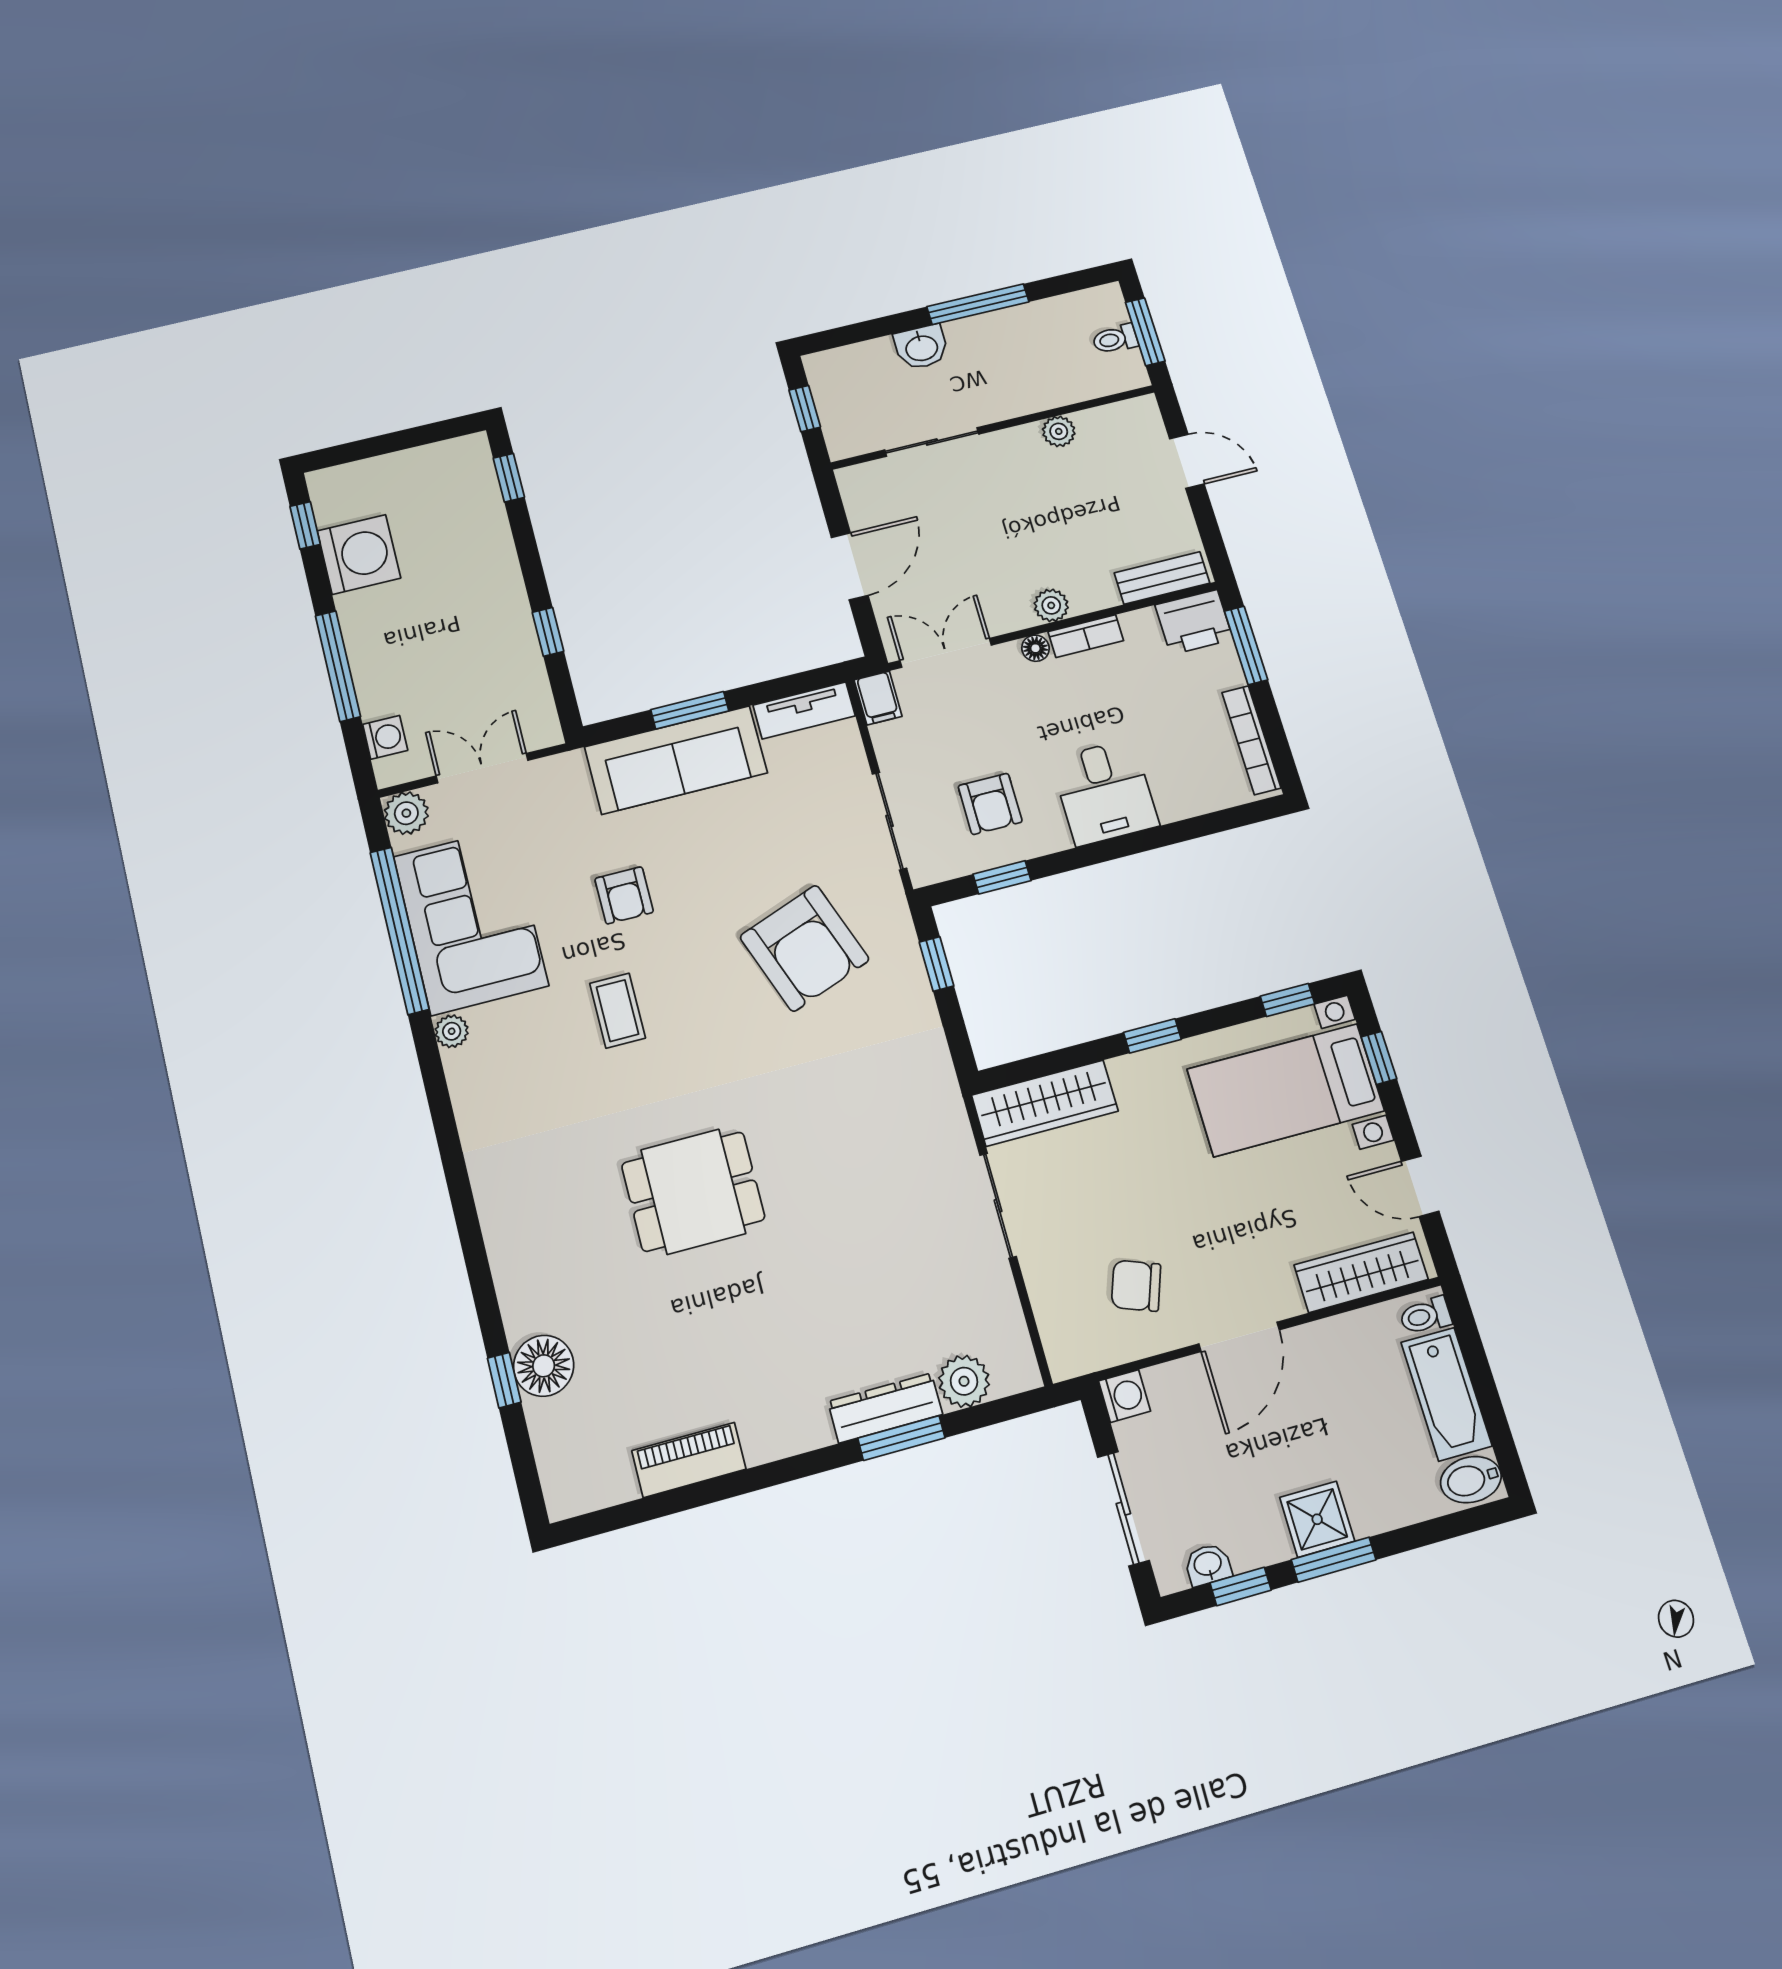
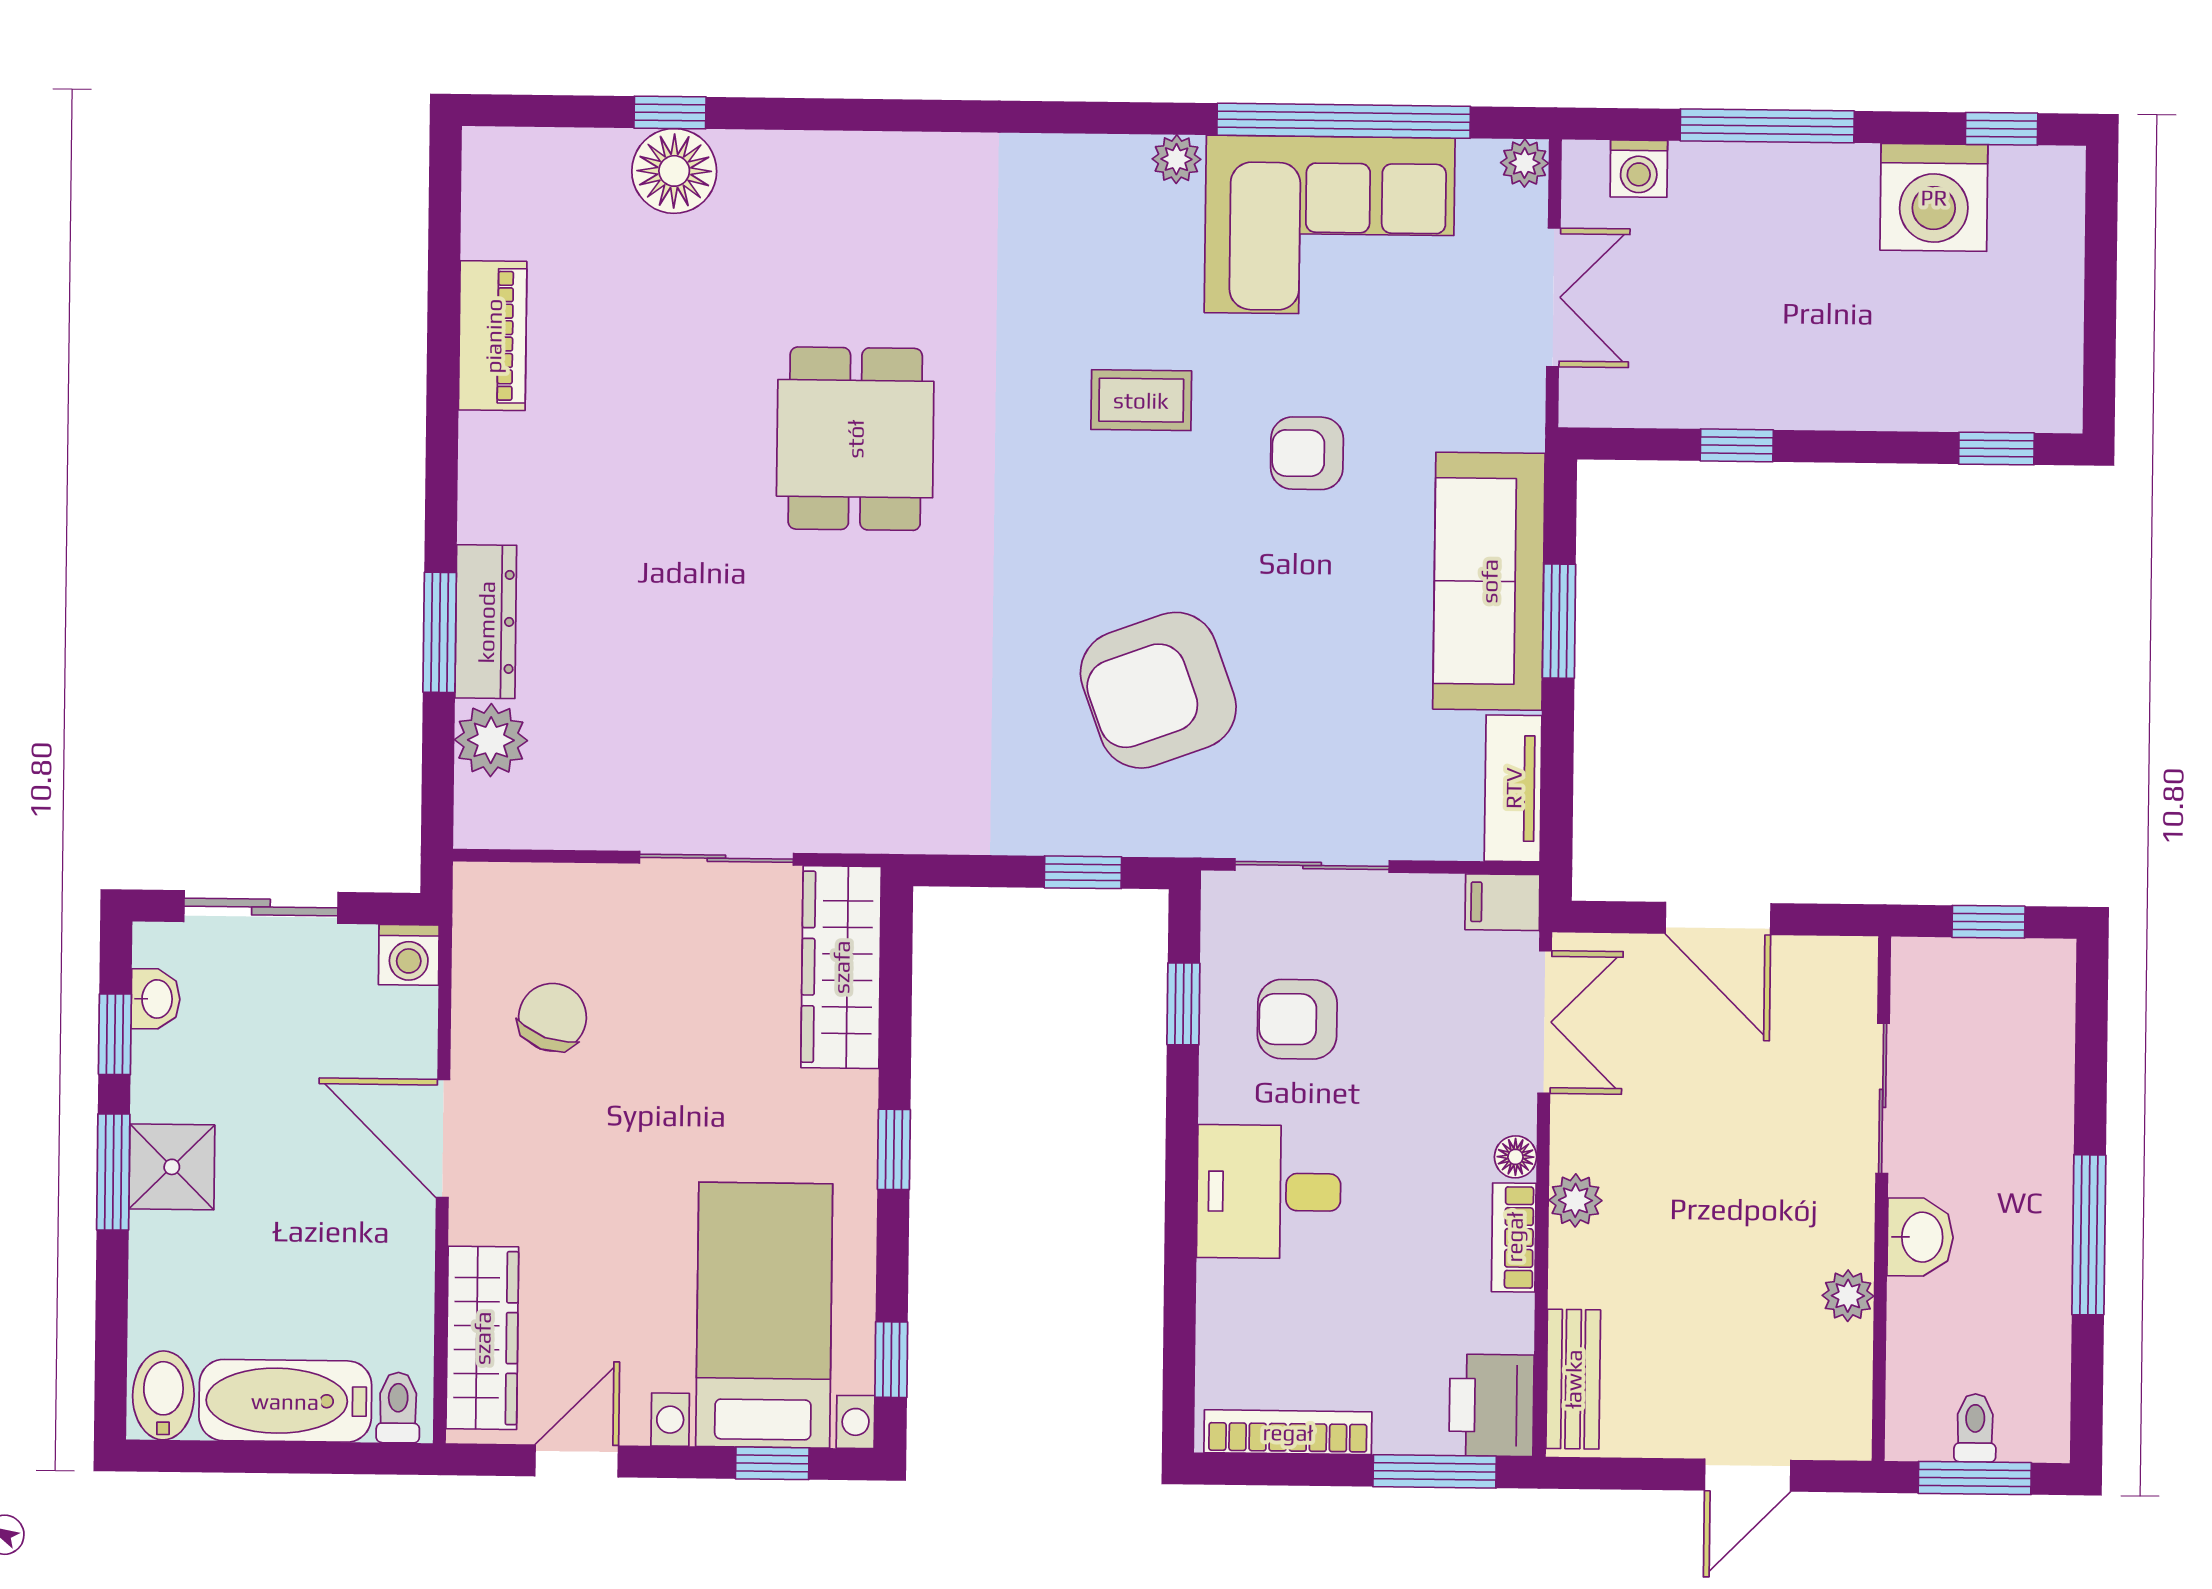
washbasin: (921, 347) -> (1920, 1237), moved, turned 180
plant: (406, 813) -> (1525, 163), width x0.73, depth x0.73

